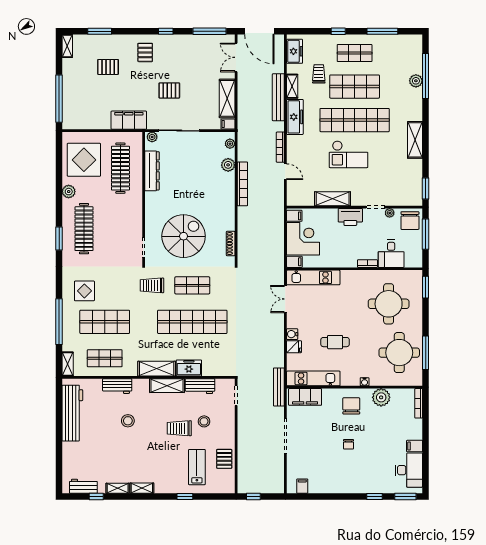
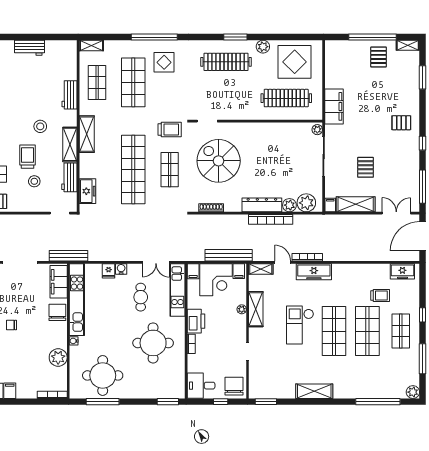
pallet: (108, 67) -> (379, 57), moved
plant: (416, 81) -> (413, 392), moved
shelving: (292, 86) -> (261, 269), moved
pallet: (169, 90) -> (366, 167), moved
bench: (278, 97) -> (229, 255), moved
window: (59, 99) -> (373, 37), moved
freezer: (295, 117) -> (314, 272), moved
shop shelf: (355, 120) -> (334, 331), width x0.71
plant: (230, 144) -> (306, 203), width x1.88, depth x1.88
dresser: (152, 171) -> (262, 205), moved, turned 180
door: (285, 172) -> (283, 262), swing flipped
plant: (390, 213) -> (242, 309), moved
printer: (350, 217) -> (196, 321), moved, turned 180
chair: (410, 221) -> (234, 386), turned 90
window: (426, 234) -> (221, 402), width x0.46
spiral stairs: (184, 236) -> (219, 161), turned 180
window: (59, 239) -> (235, 37), moved
desk: (391, 254) -> (201, 386), moved
trolley: (152, 285) -> (170, 130), turned 90
double door: (285, 299) -> (156, 262), swing flipped
round table: (389, 304) -> (153, 343), moved
window: (59, 322) -> (154, 37), moved
cafe table: (335, 342) -> (141, 297), moved
freezer: (189, 368) -> (87, 191), moved
kitchen unit: (313, 378) -> (77, 300), width x1.36
chair: (351, 406) -> (57, 312), moved, turned -90
workbench: (72, 413) -> (30, 48), width x0.53, depth x0.76
stool: (128, 421) -> (40, 126), moved

